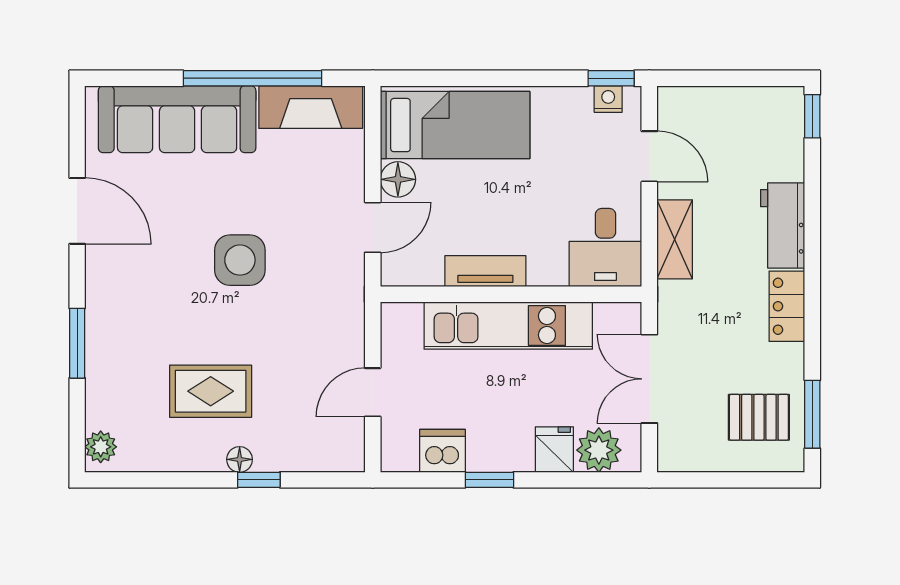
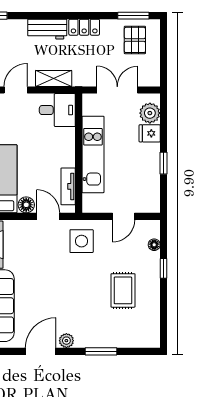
side table: (240, 260) -> (82, 241), moved
tv unit: (485, 271) -> (68, 186), moved
double door: (649, 379) -> (117, 90), swing flipped
door: (373, 392) -> (123, 216), hinge flipped
plant: (101, 447) -> (66, 341), moved
dishwasher: (443, 451) -> (150, 184), removed
floor lamp: (240, 459) -> (154, 245), moved

